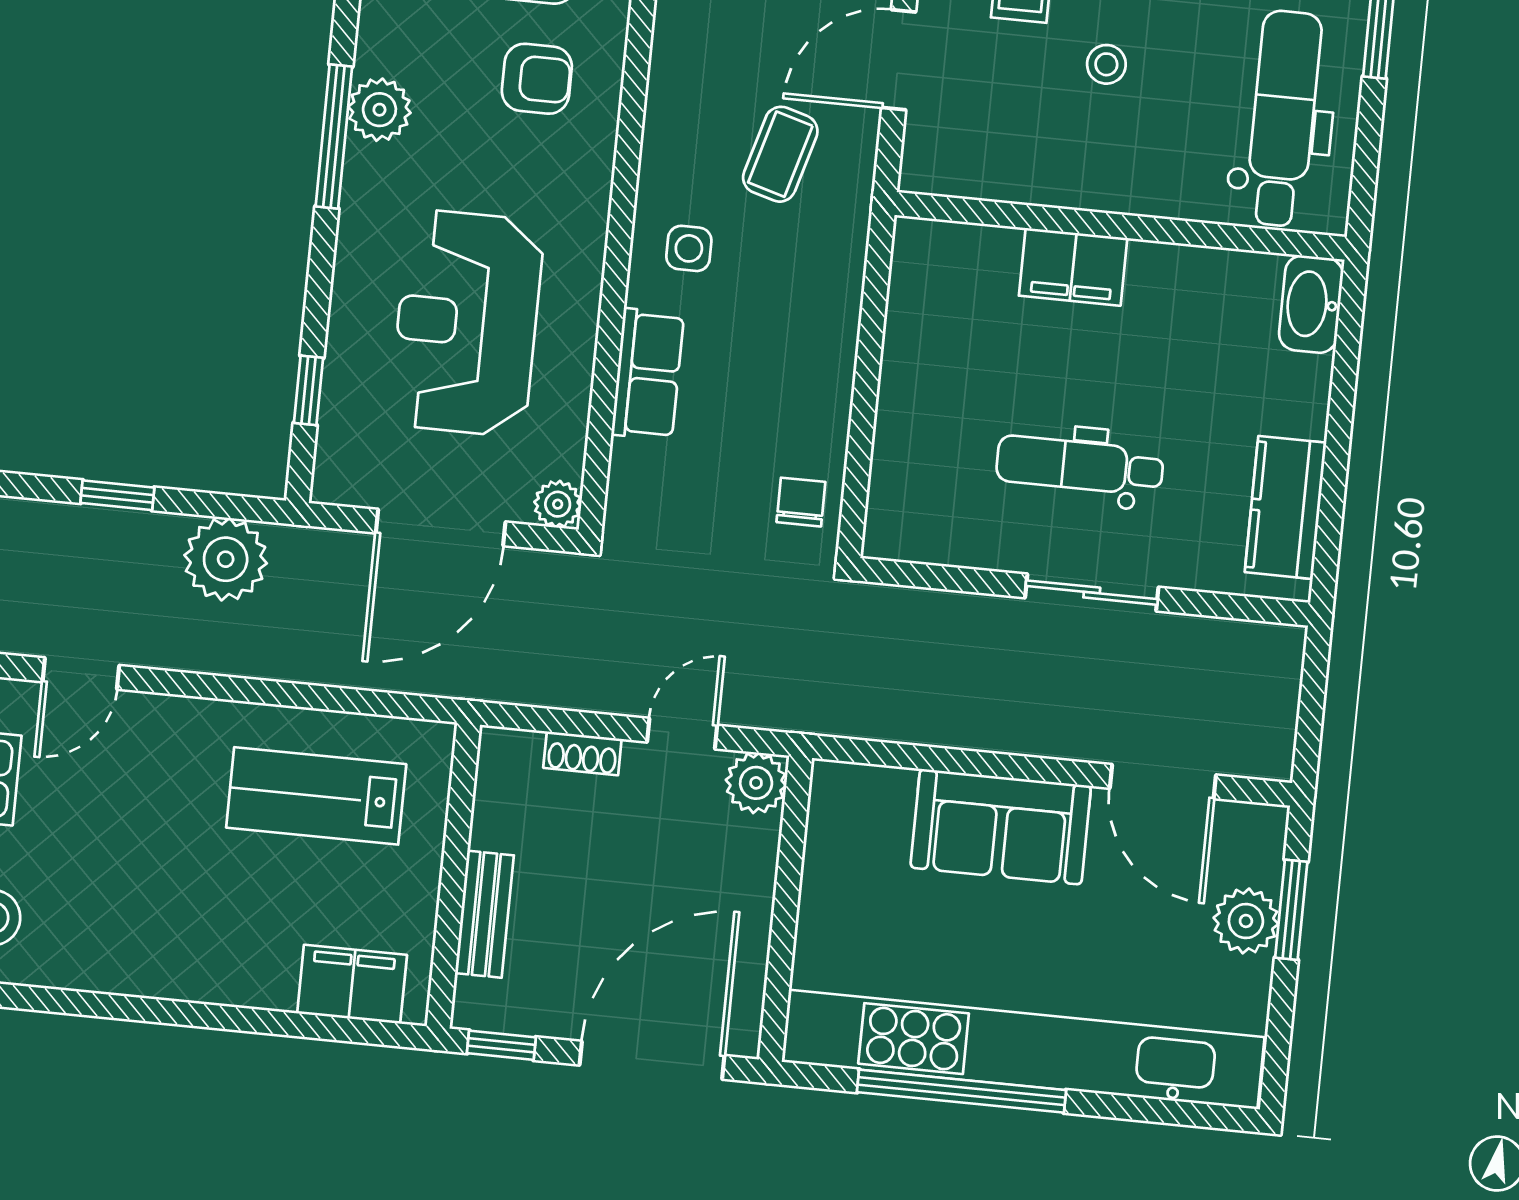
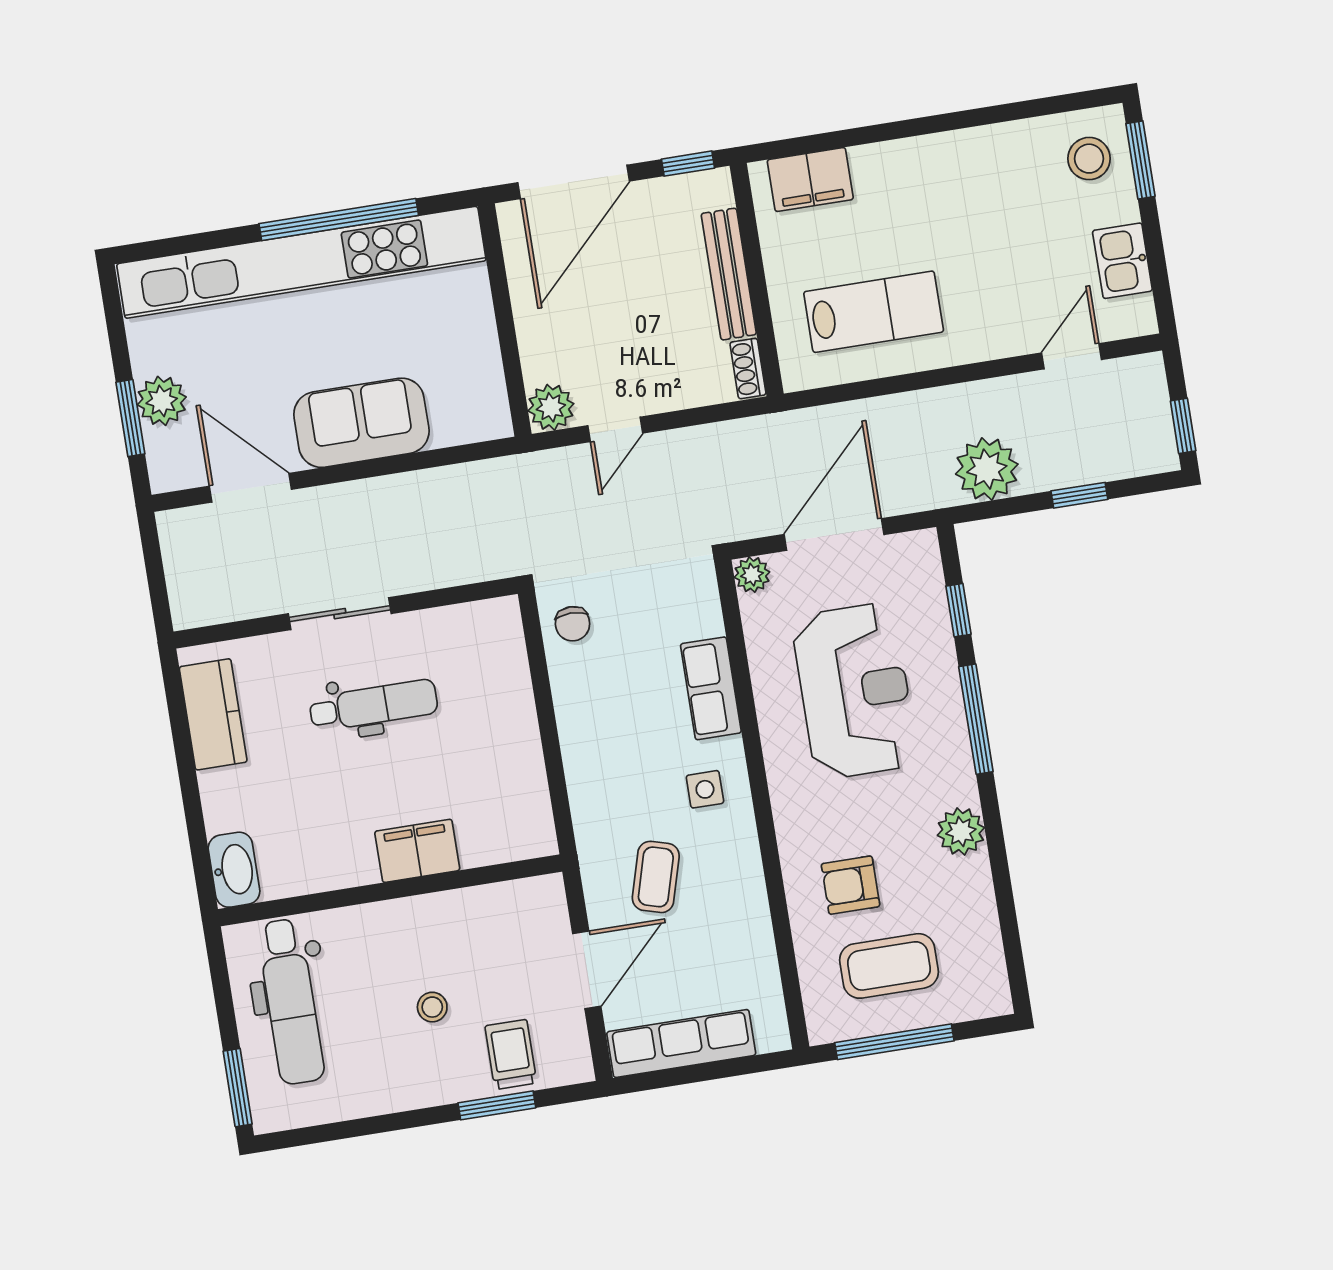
window: (334, 137) -> (976, 719), moved
shoe rack: (582, 753) -> (748, 369), moved, turned -90
bench: (484, 914) -> (729, 274), width x1.36

